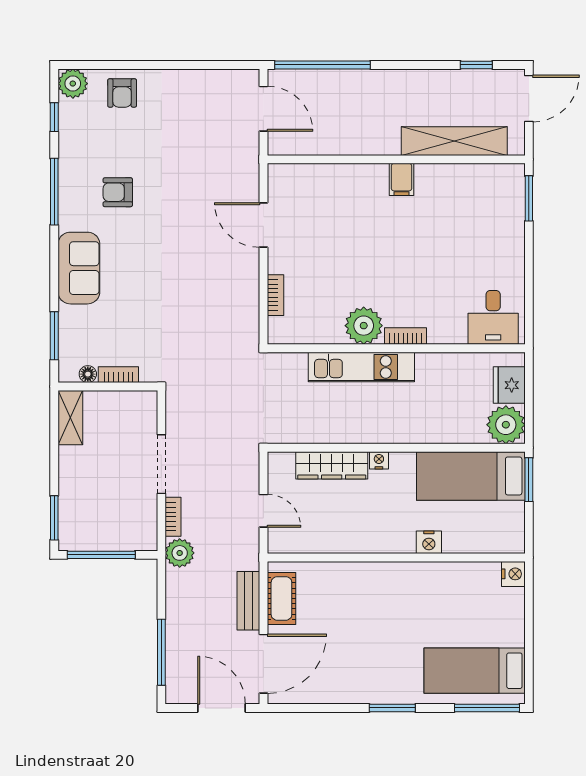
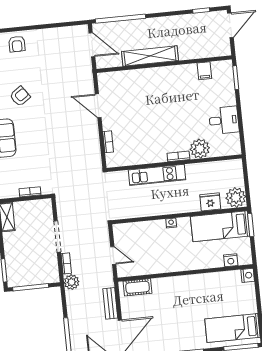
shelving: (454, 141) -> (150, 56), moved
filing cabinet: (401, 179) -> (204, 71), moved
armchair: (118, 192) -> (20, 96), turned 145
desk: (493, 317) -> (224, 120), moved, turned -90
plant: (364, 326) -> (200, 149), moved
floor lamp: (88, 374) -> (14, 193), removed
fridge: (509, 385) -> (210, 202), moved, turned 90
wardrobe: (332, 465) -> (147, 228), removed
nightstand: (429, 542) -> (231, 260), moved
cot: (281, 598) -> (138, 287), moved, turned 90

